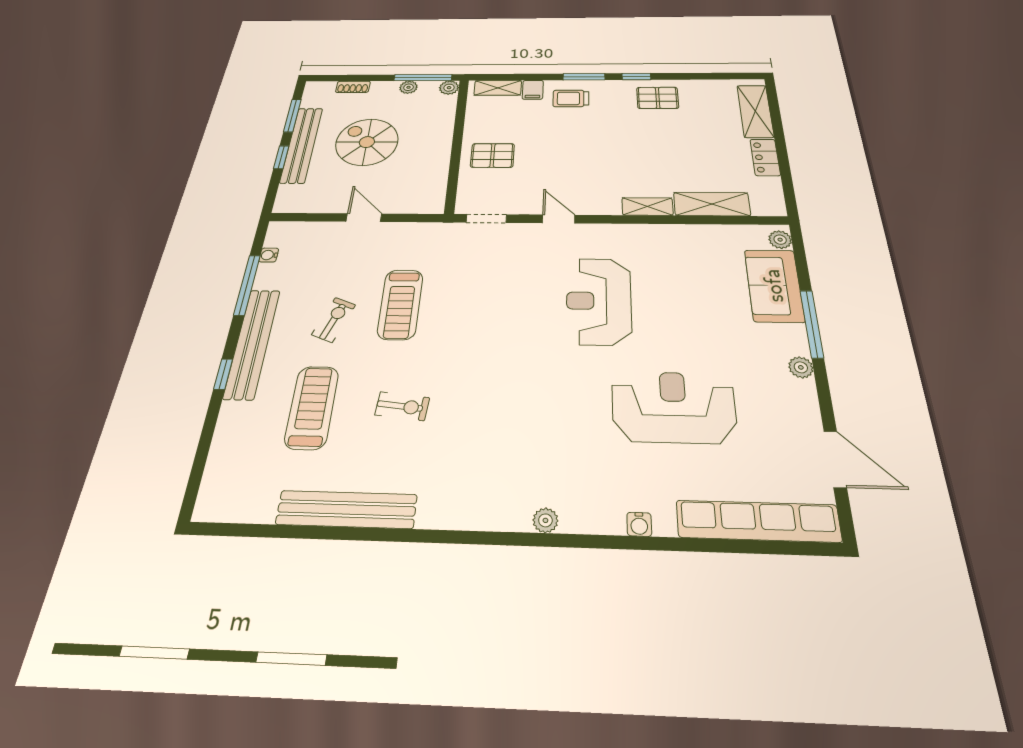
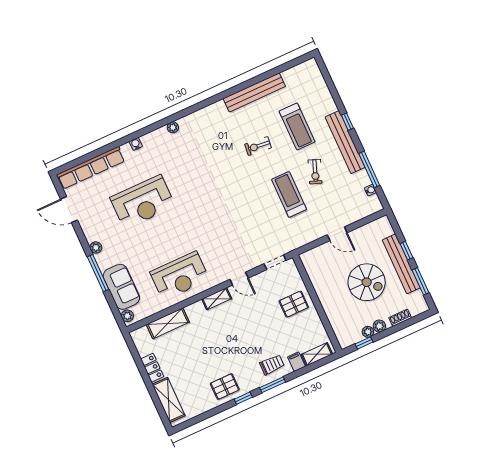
window: (423, 78) -> (364, 343), width x0.46
plant: (449, 88) -> (379, 326), moved
shelving: (647, 206) -> (217, 299), moved
reception desk: (599, 301) -> (180, 276), moved, turned 90

